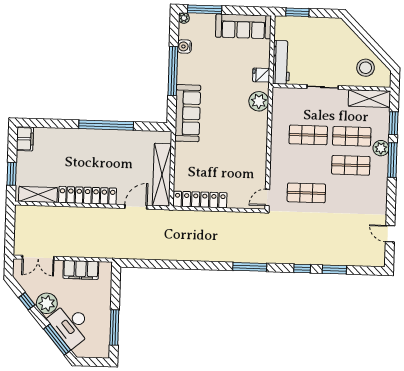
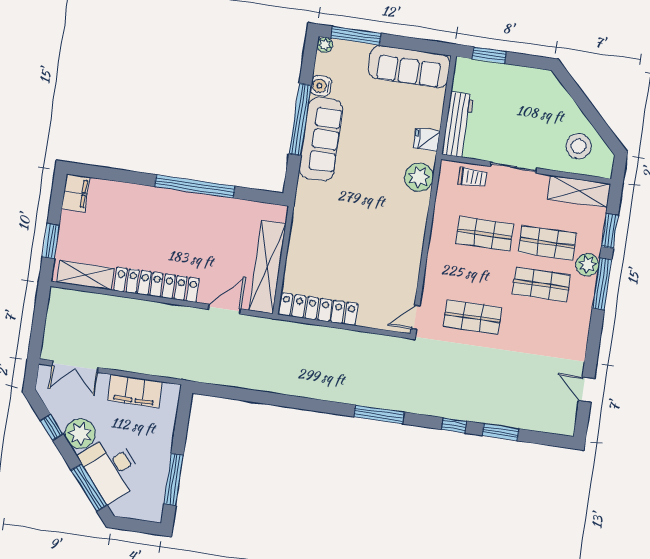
trolley: (295, 97) -> (472, 177), added
sofa: (188, 113) -> (321, 139), moved

